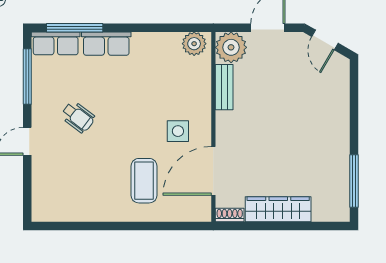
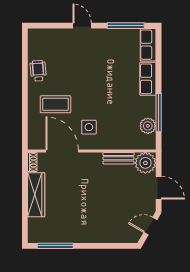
window: (75, 28) -> (159, 113), moved
plant: (194, 44) -> (148, 126), moved
wheelchair: (78, 117) -> (38, 71), moved, turned 138

